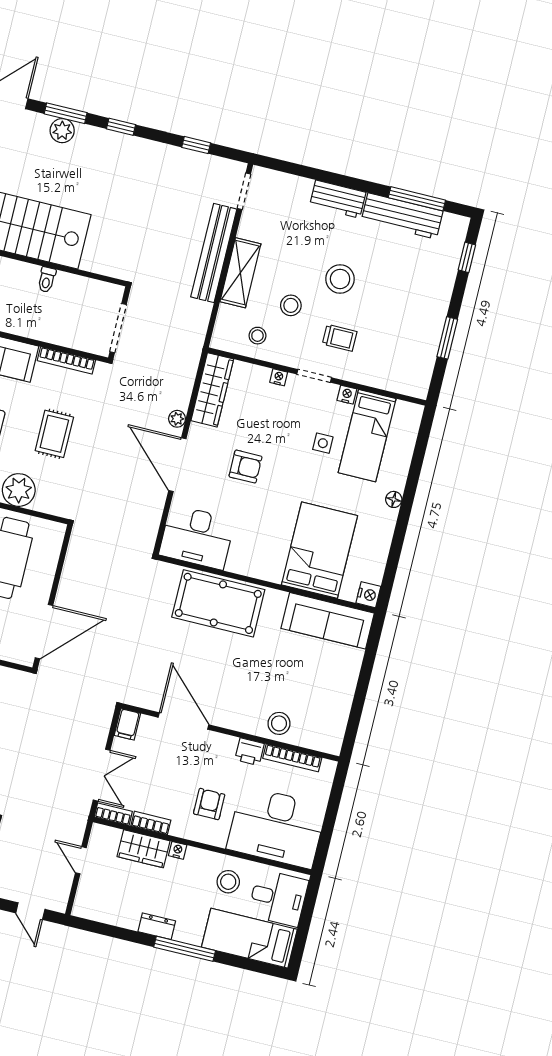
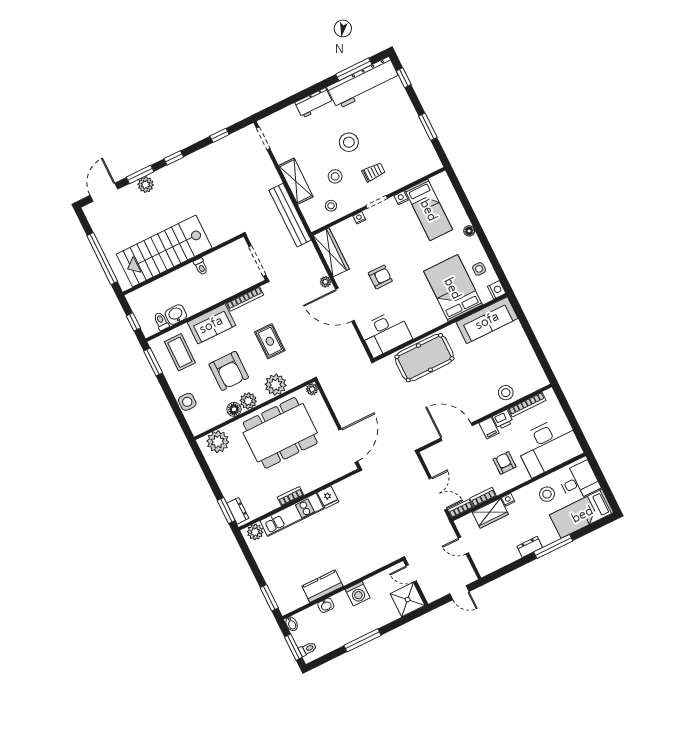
workbench: (402, 216) -> (363, 83), width x1.36, depth x1.32
bench: (214, 253) -> (290, 215), moved
side table: (323, 443) -> (479, 269), moved
plant: (57, 531) -> (312, 389), added
filing cabinet: (127, 724) -> (489, 428), moved

